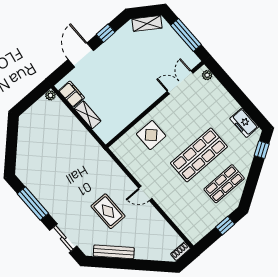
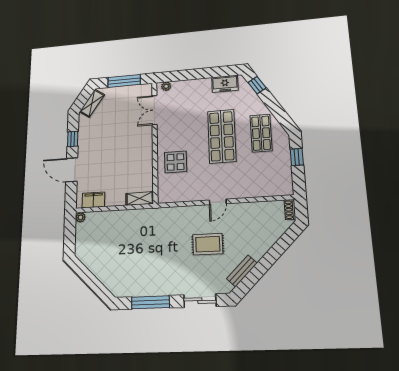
shelving: (88, 115) -> (140, 198), moved
bench: (114, 252) -> (242, 271), width x0.73

